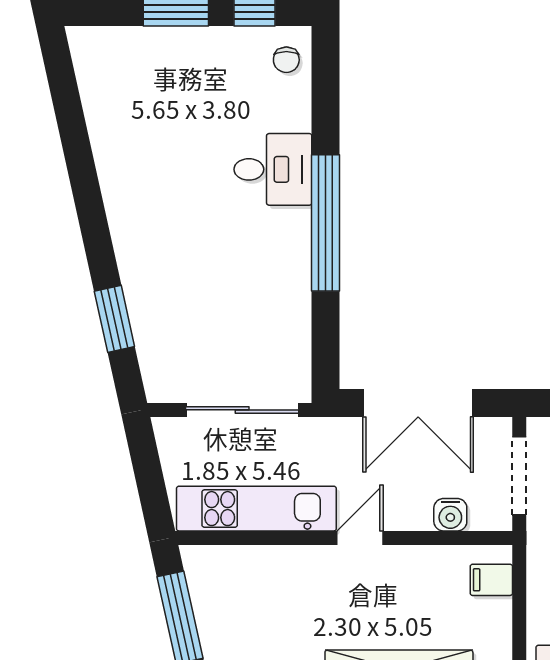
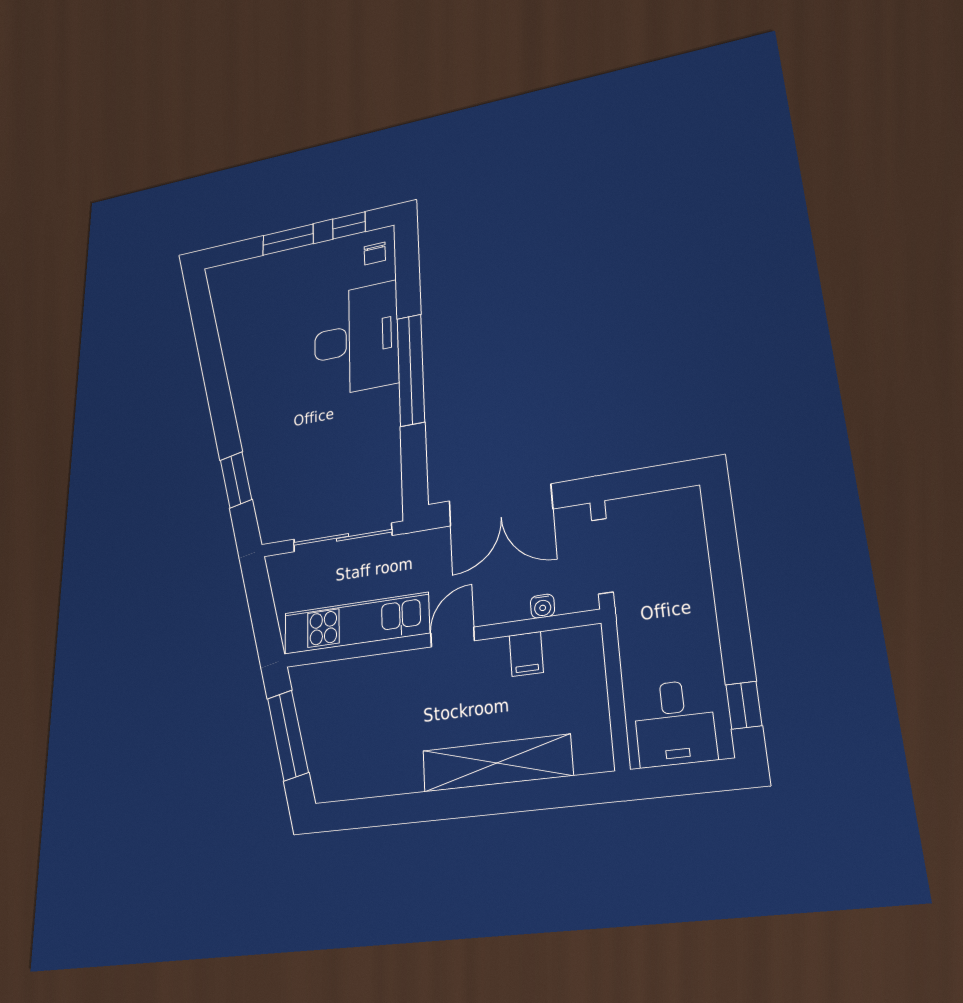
desk: (273, 169) -> (356, 339), width x1.87, depth x1.30
water cooler: (450, 515) -> (543, 606), width x0.72, depth x0.72
filing cabinet: (491, 580) -> (526, 654), moved, turned -90

